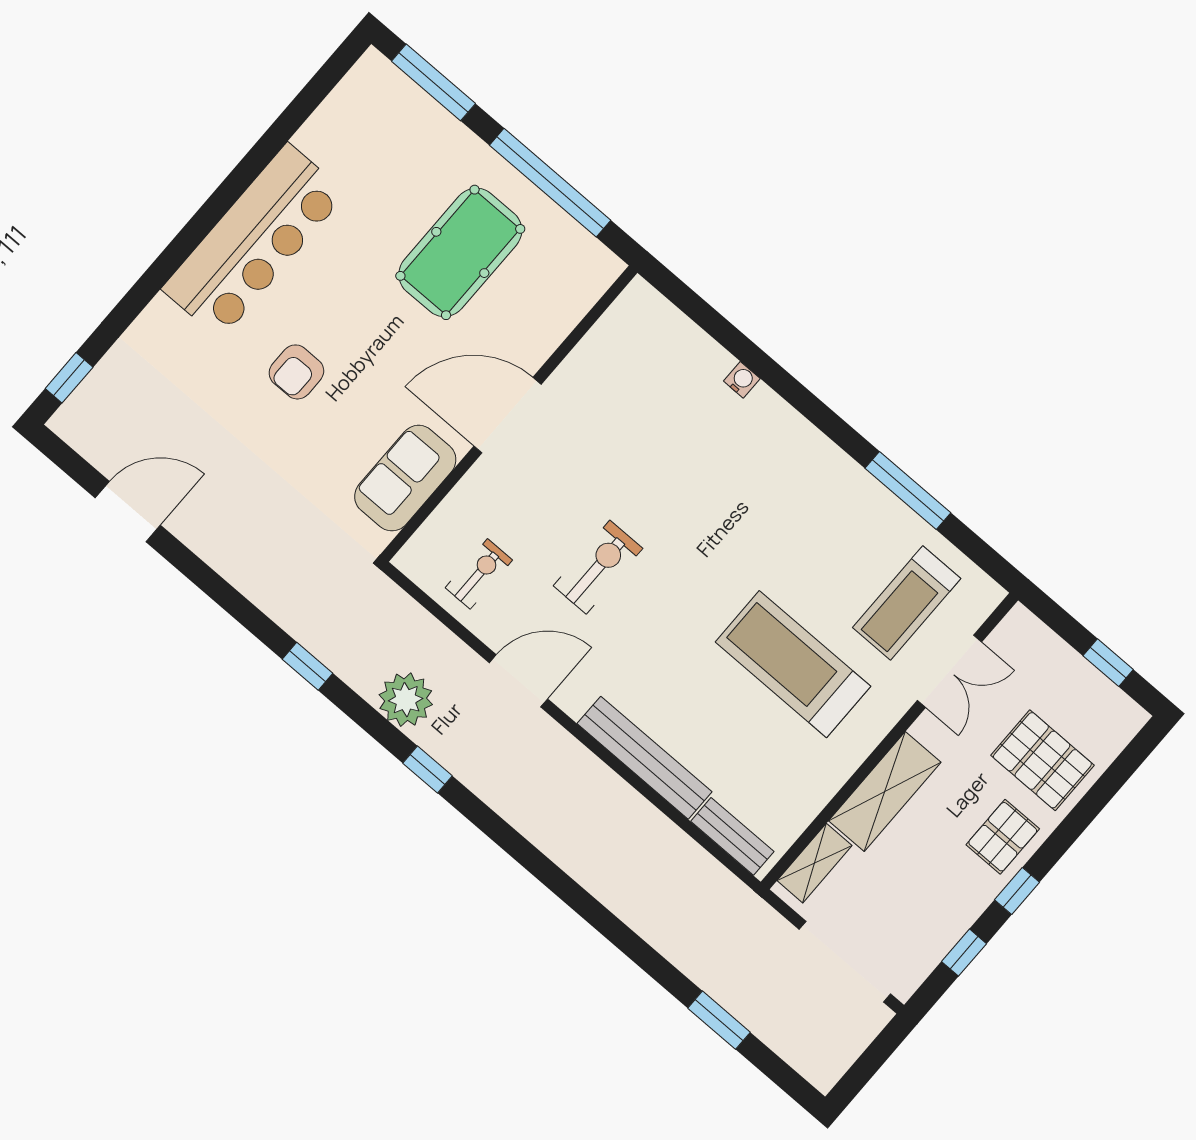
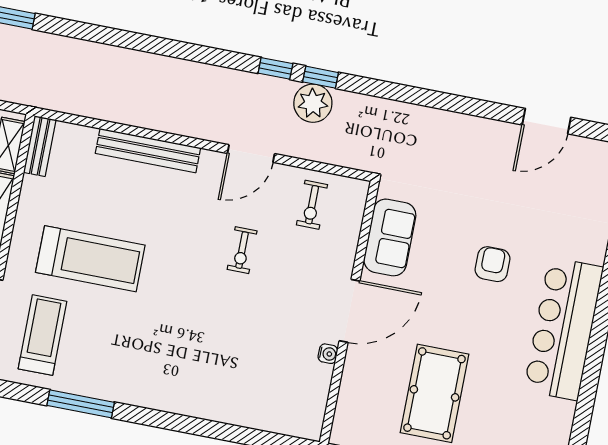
water cooler: (742, 380) -> (328, 354), moved, turned -90
exercise bike: (598, 567) -> (242, 250), width x0.73, depth x0.72
window: (308, 666) -> (321, 77), moved
bench: (732, 836) -> (40, 146), moved, turned 90

